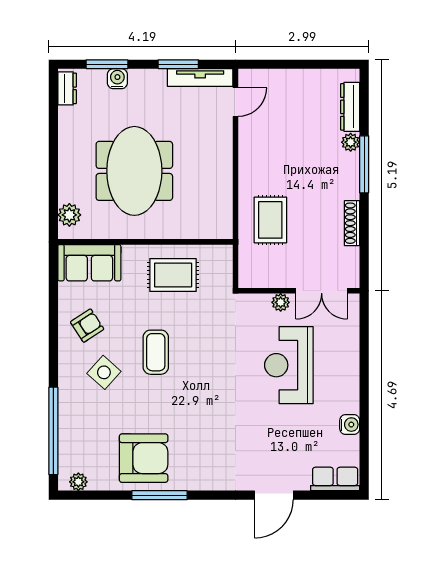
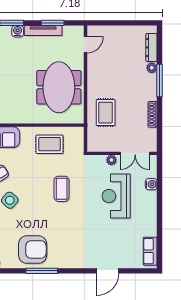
tv unit: (200, 78) -> (43, 31), moved
meeting table: (134, 171) -> (59, 87), moved
coffee table: (156, 352) -> (62, 189), moved
water cooler: (350, 425) -> (151, 184), moved
row of seats: (335, 479) -> (150, 251), moved, turned -90

